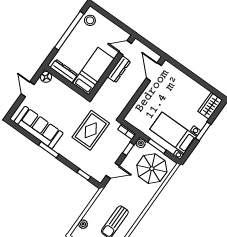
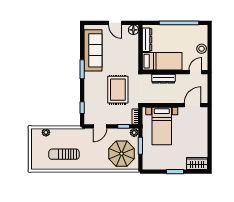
stool: (90, 20) -> (202, 49), moved
door: (125, 48) -> (195, 72), hinge flipped
dresser: (119, 69) -> (163, 79), moved
door: (28, 89) -> (115, 23), swing flipped
rug: (91, 130) -> (118, 90), turned 90
bed with nightstands: (173, 133) -> (162, 126), moved, turned 180
door: (113, 171) -> (100, 126), hinge flipped

